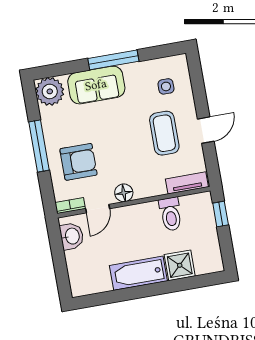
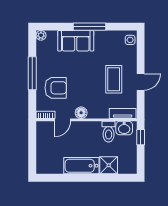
side table: (166, 86) -> (130, 40), moved
plant: (50, 91) -> (41, 35), width x0.53, depth x0.53
washbasin: (72, 236) -> (124, 128), moved, turned 90

